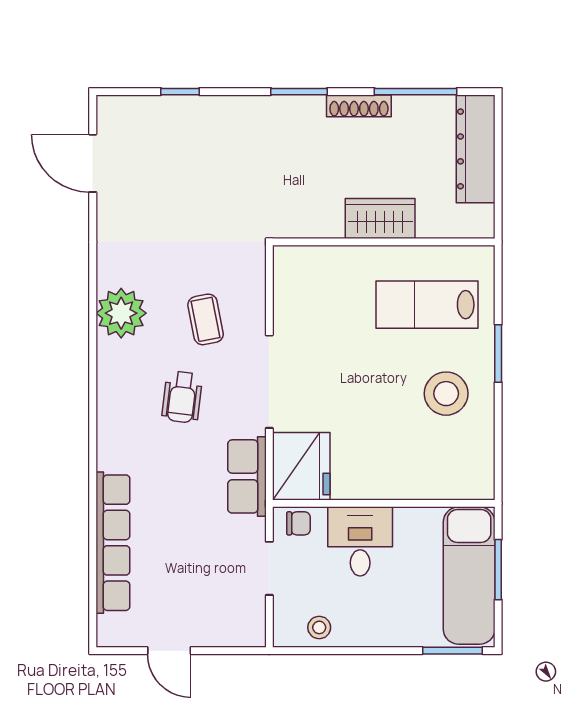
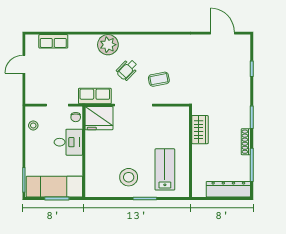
door: (93, 163) -> (222, 33), hinge flipped
wardrobe: (380, 219) -> (200, 130), moved
plant: (121, 313) -> (108, 45), moved
wheelchair: (182, 397) -> (127, 70), turned -53
row of seats: (113, 543) -> (53, 41), width x0.50

